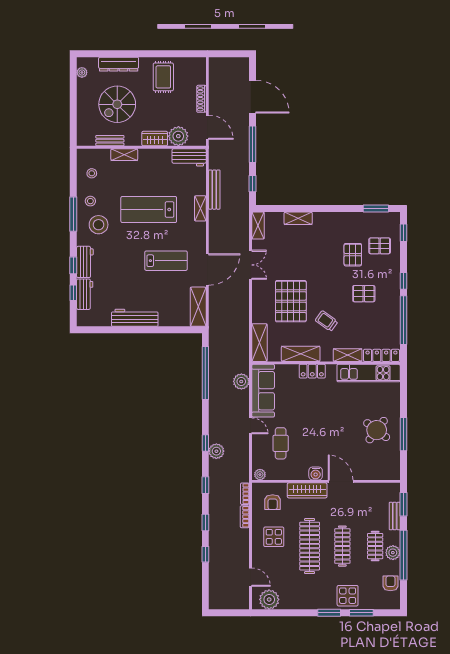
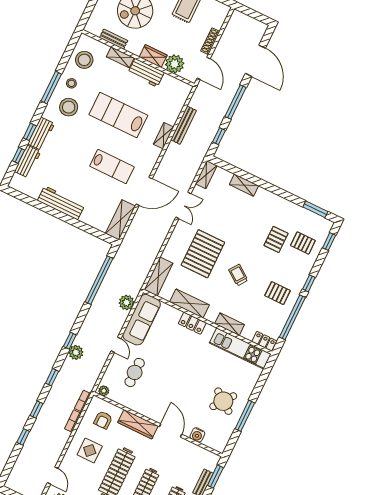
workbench: (189, 157) -> (146, 73), moved
stool: (92, 173) -> (84, 60), width x1.89, depth x1.89
pallet: (364, 294) -> (278, 293), moved
trolley: (326, 321) -> (238, 275), moved
locker: (381, 355) -> (264, 341), width x0.66
water cooler: (316, 473) -> (197, 435), moved

